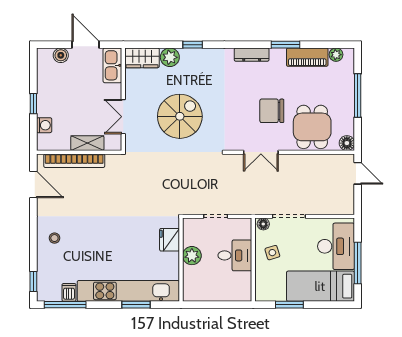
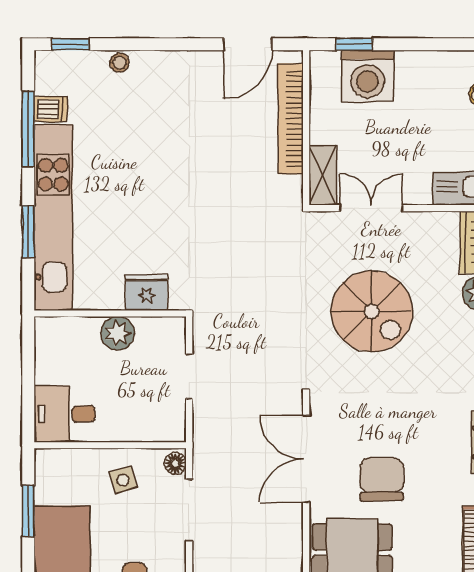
window: (33, 104) -> (354, 44), moved
washing machine: (44, 125) -> (368, 76), width x1.89, depth x1.89
shelving: (87, 143) -> (323, 175), moved
double door: (261, 152) -> (306, 459), width x1.37
stool: (54, 238) -> (119, 63), moved
desk: (235, 255) -> (65, 414), moved, turned 90
window: (65, 305) -> (28, 129), moved

